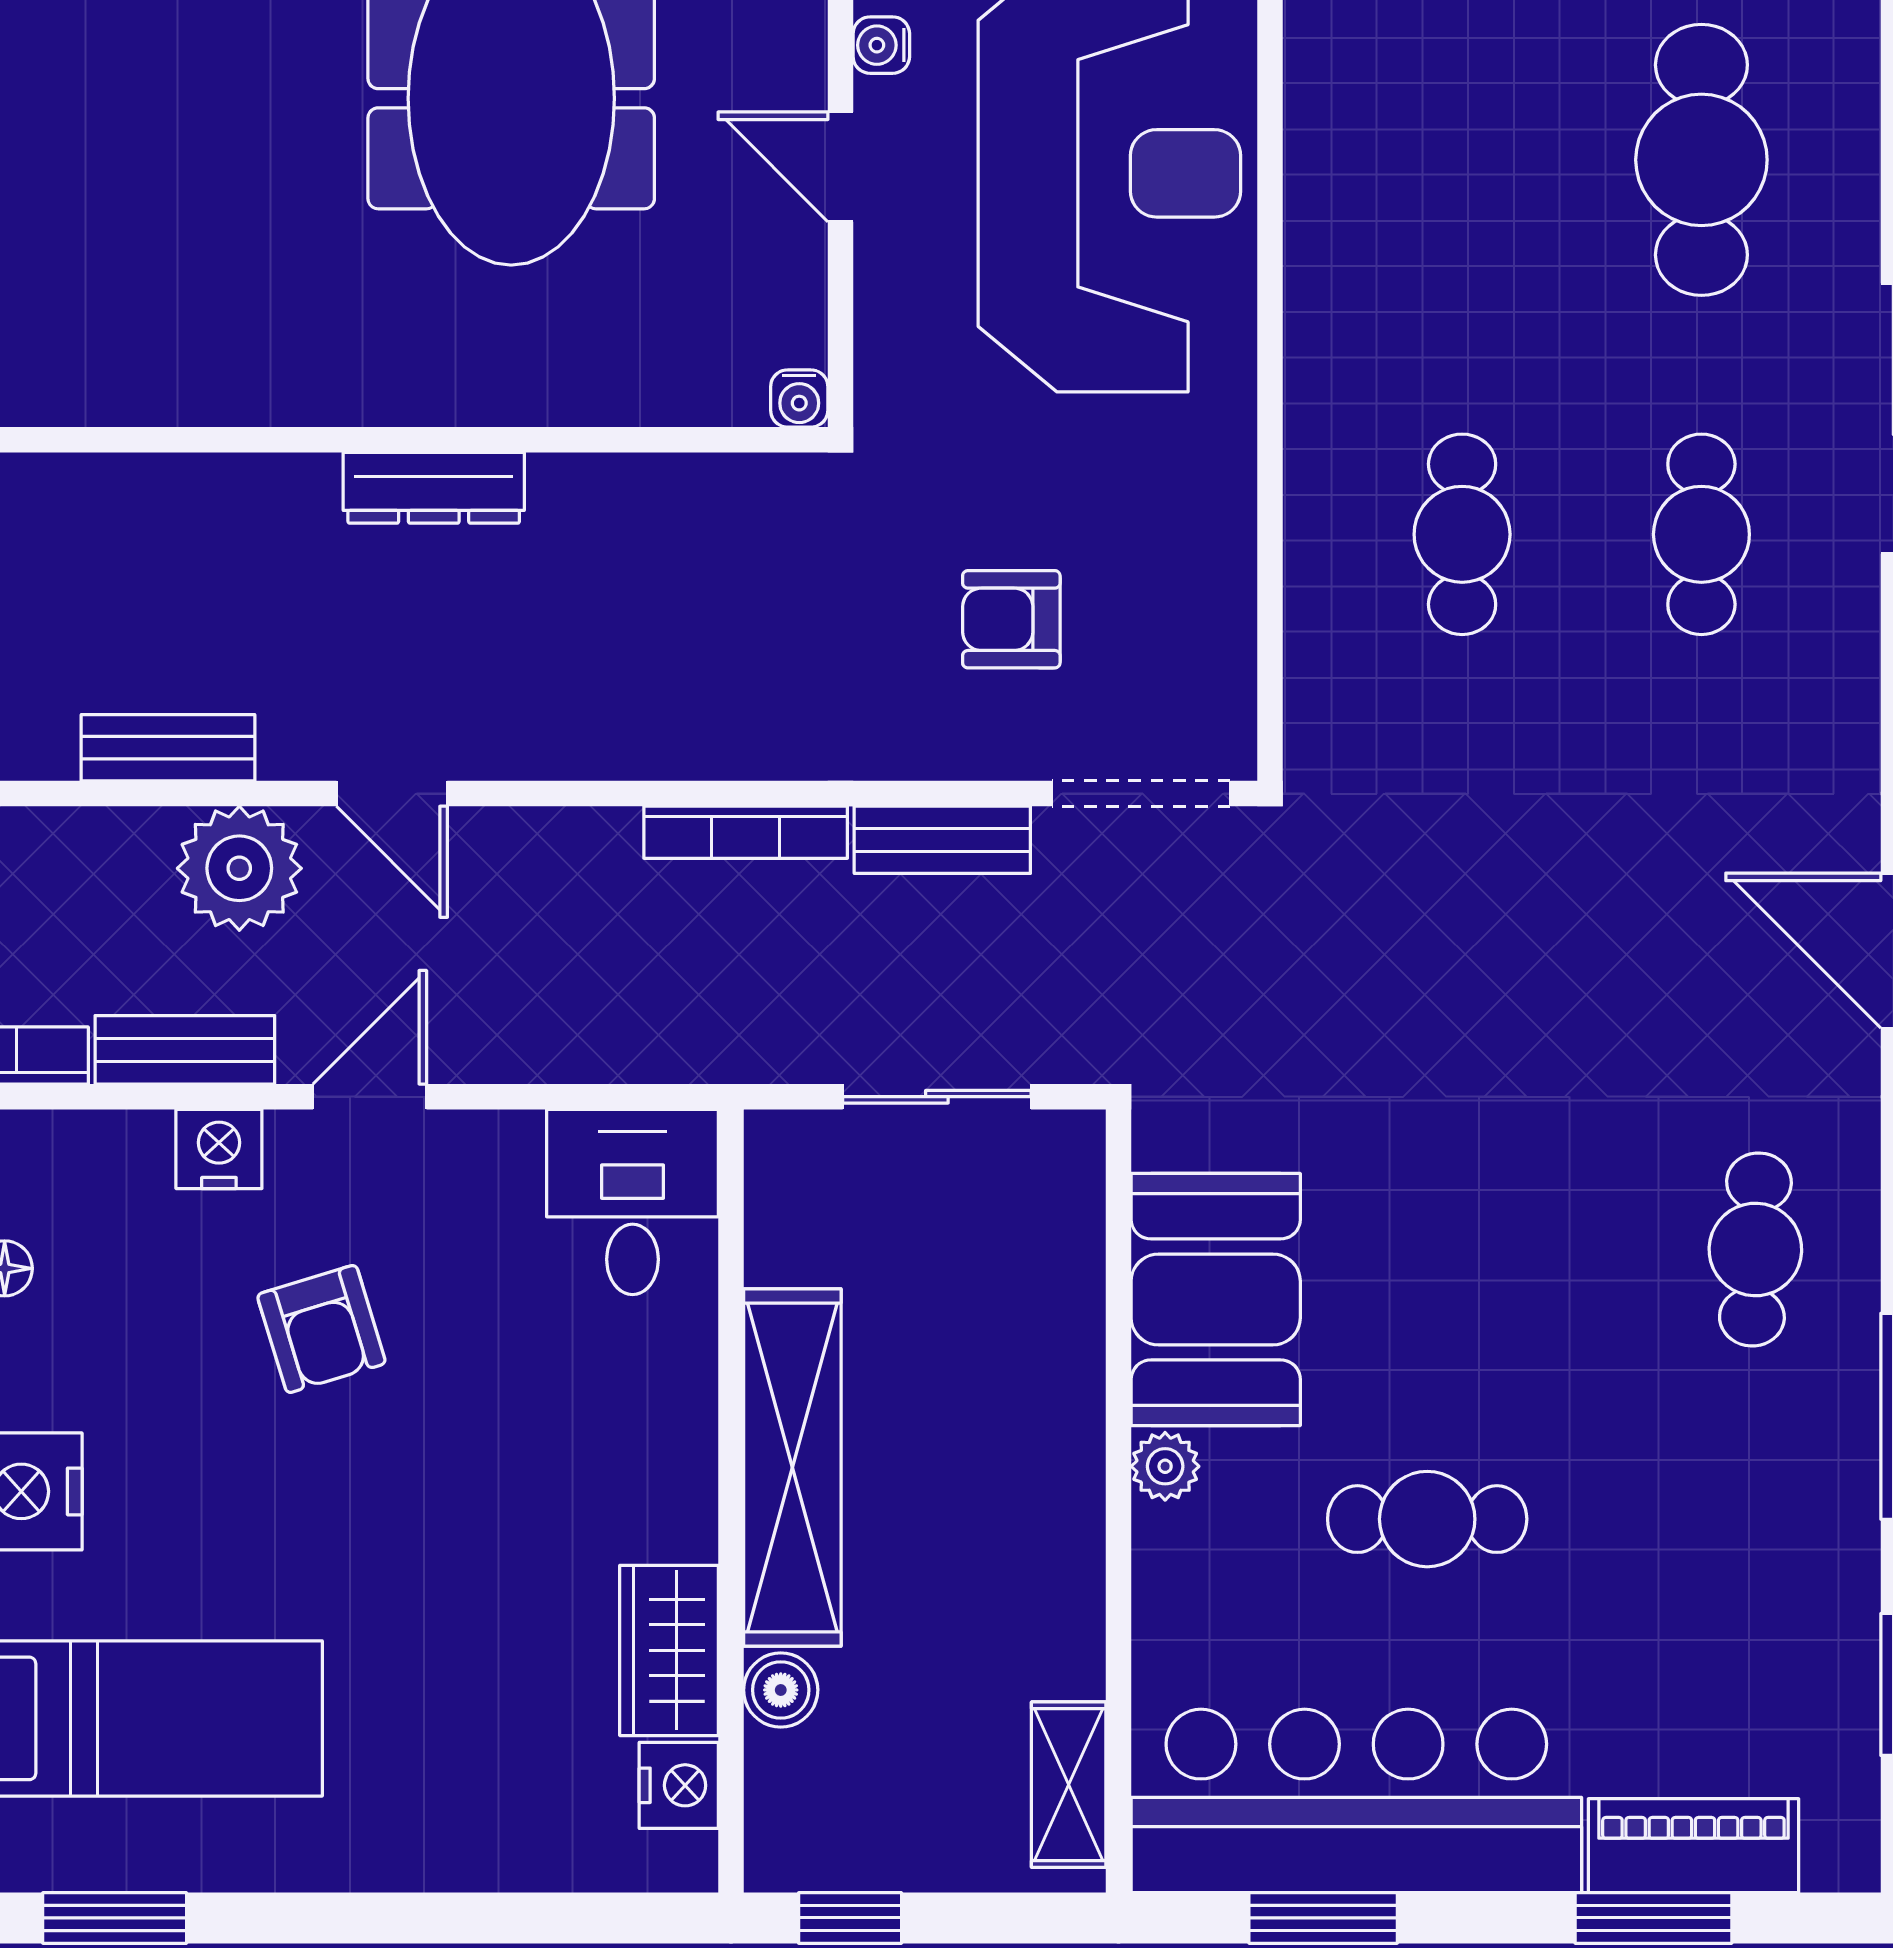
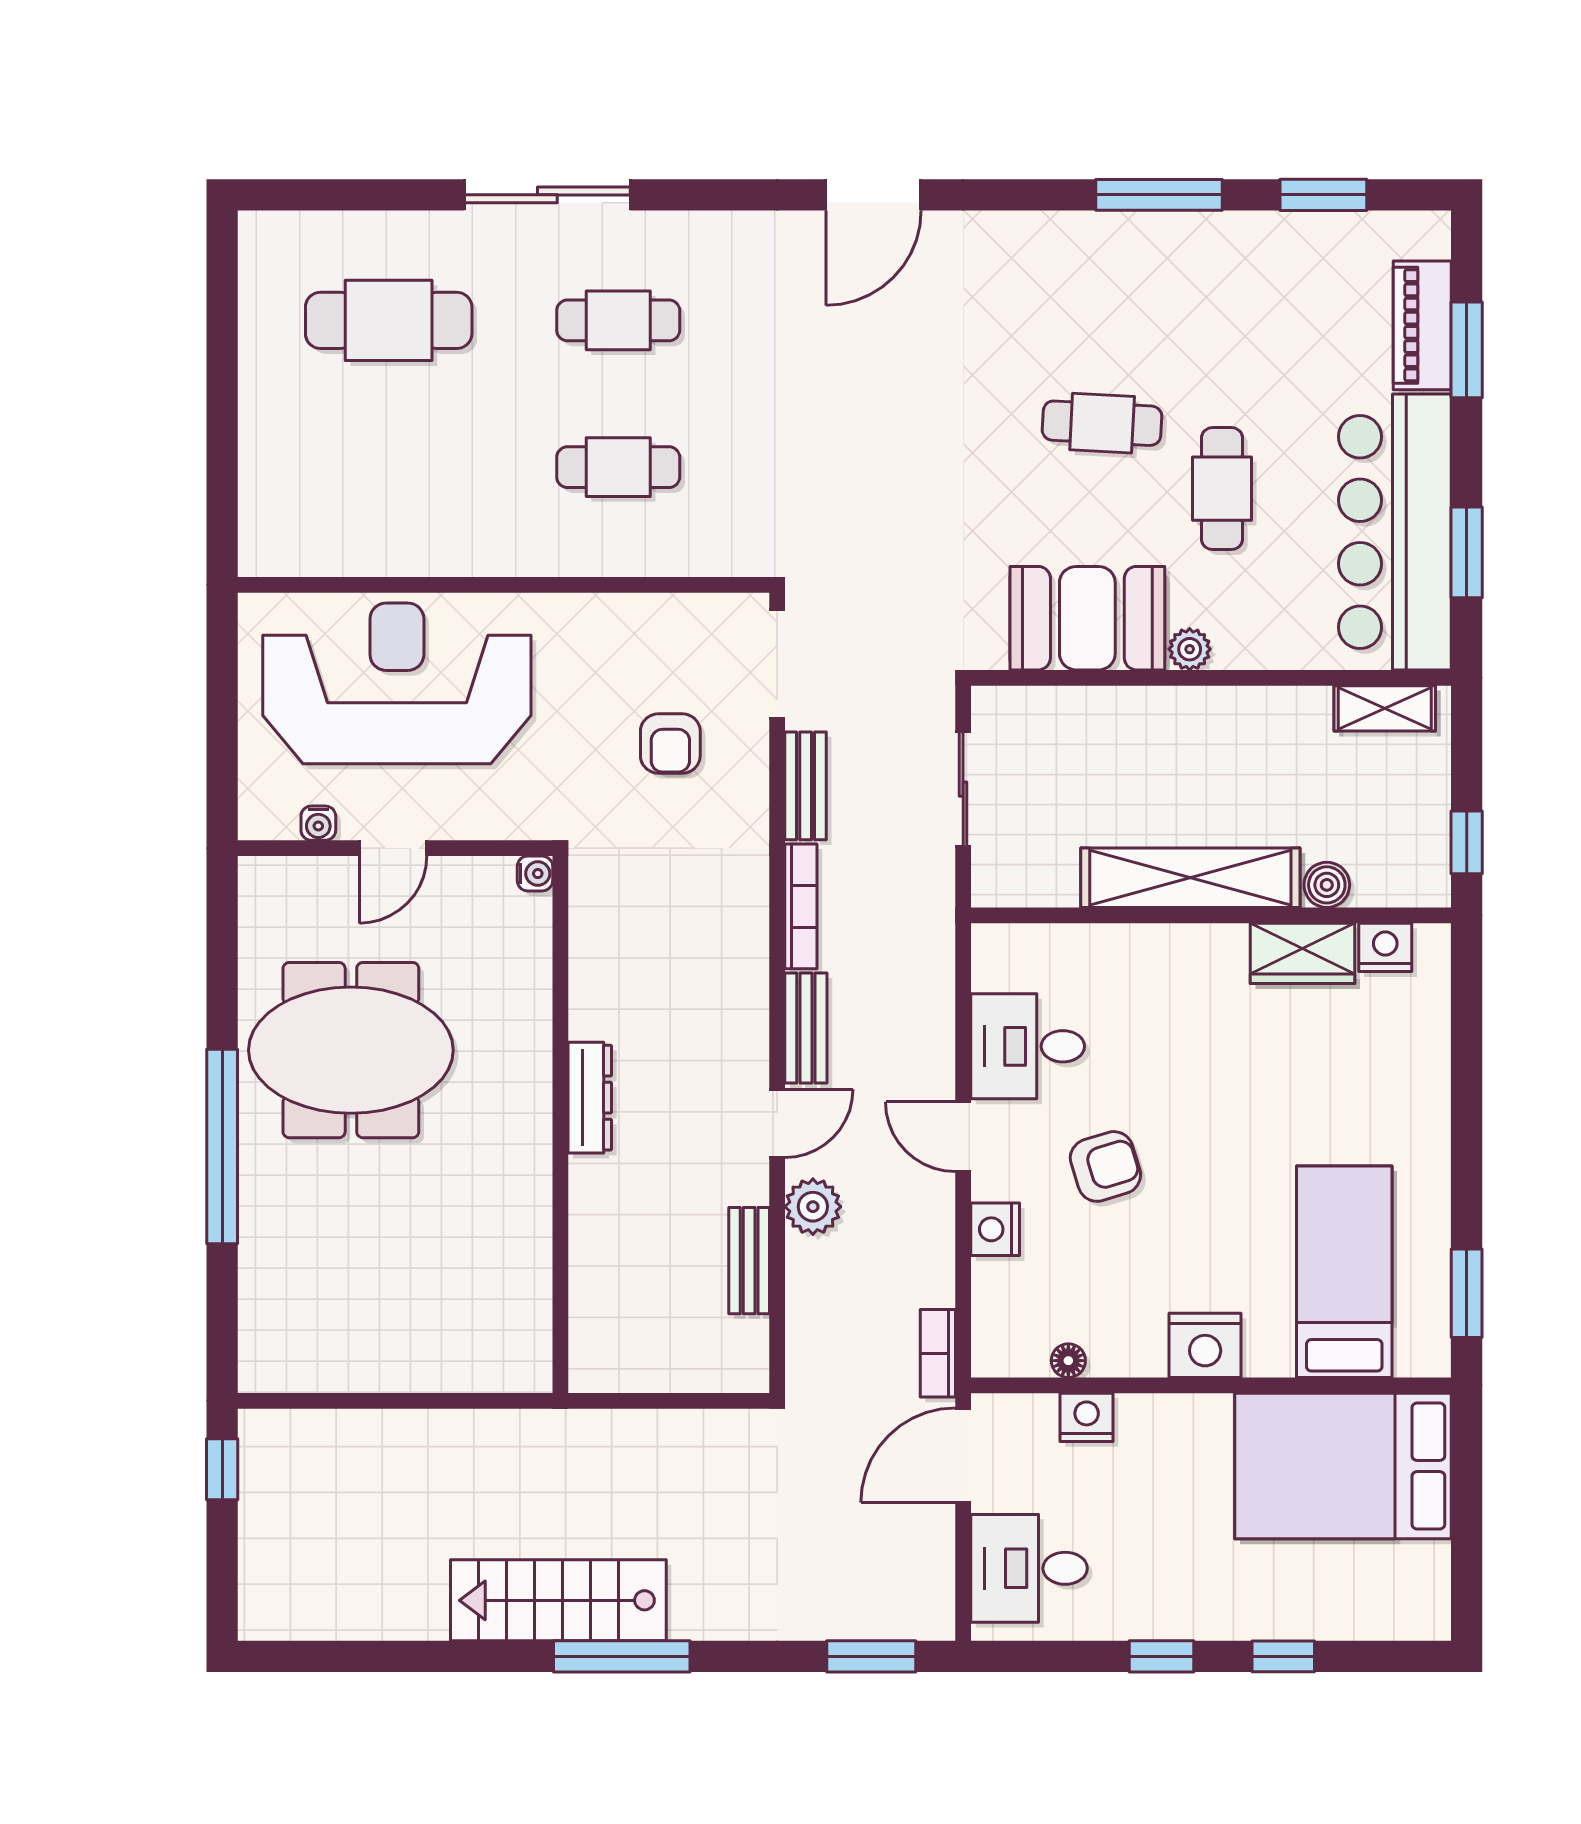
plant: (239, 868) -> (813, 1207), width x0.73, depth x0.73
bench: (185, 1050) -> (806, 1028), moved
desk: (632, 1202) -> (1028, 1046), moved
cafe table: (1755, 1250) -> (1102, 423), moved

